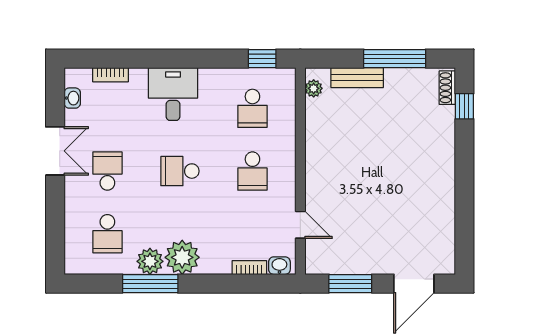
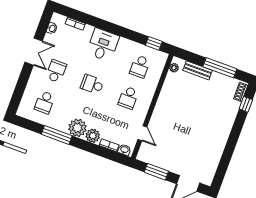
plant: (150, 261) -> (93, 136), moved

